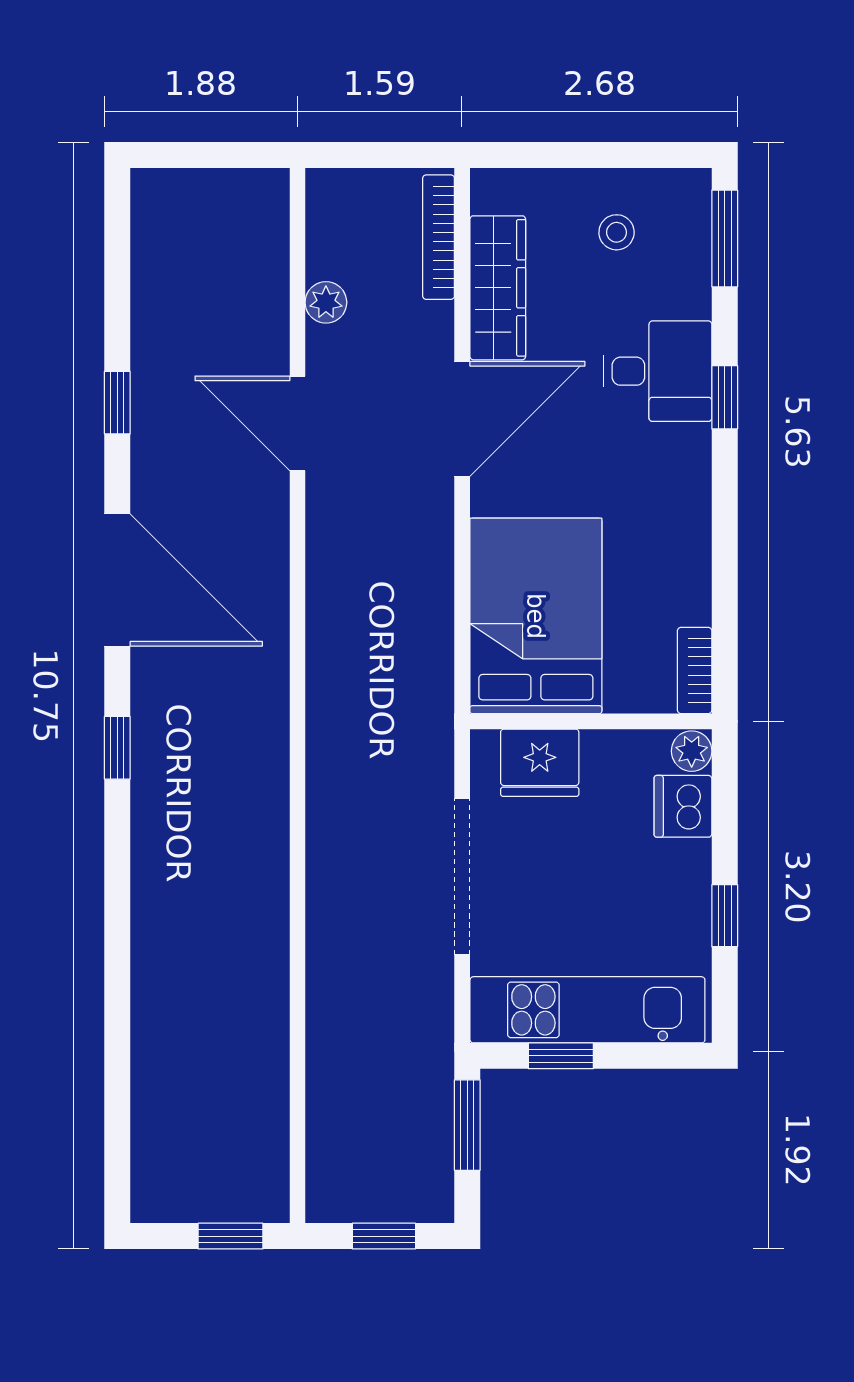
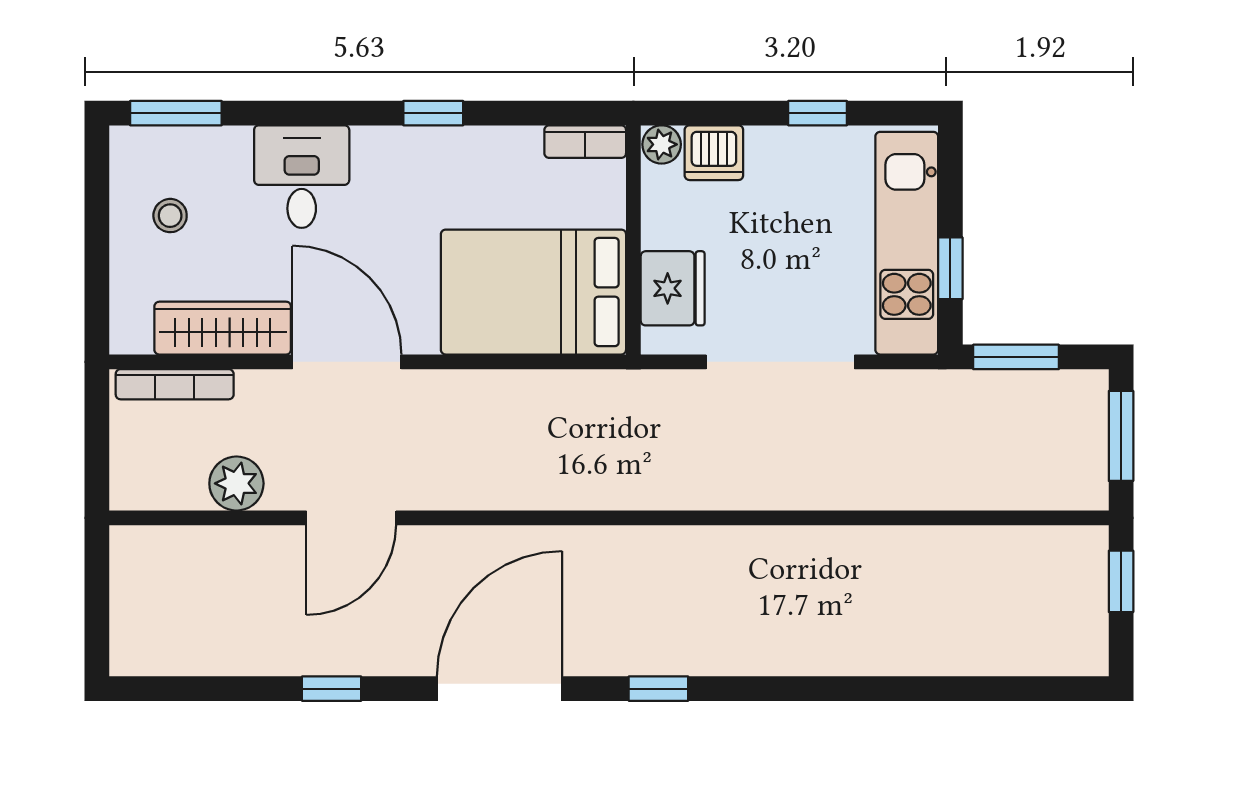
plant: (326, 302) -> (236, 483), width x1.38, depth x1.38
window: (725, 397) -> (433, 113), moved
window: (384, 1236) -> (1121, 436), width x1.50

